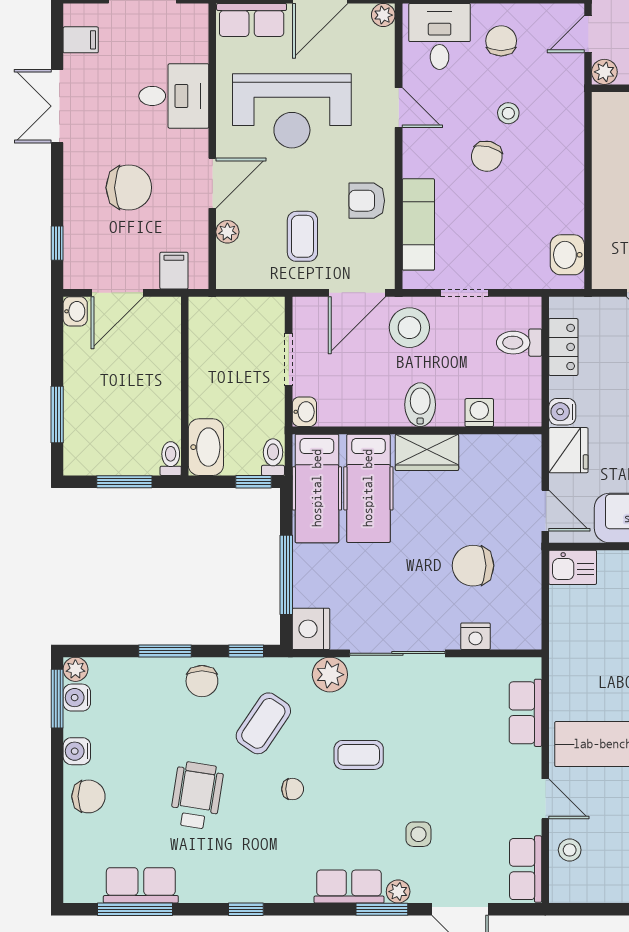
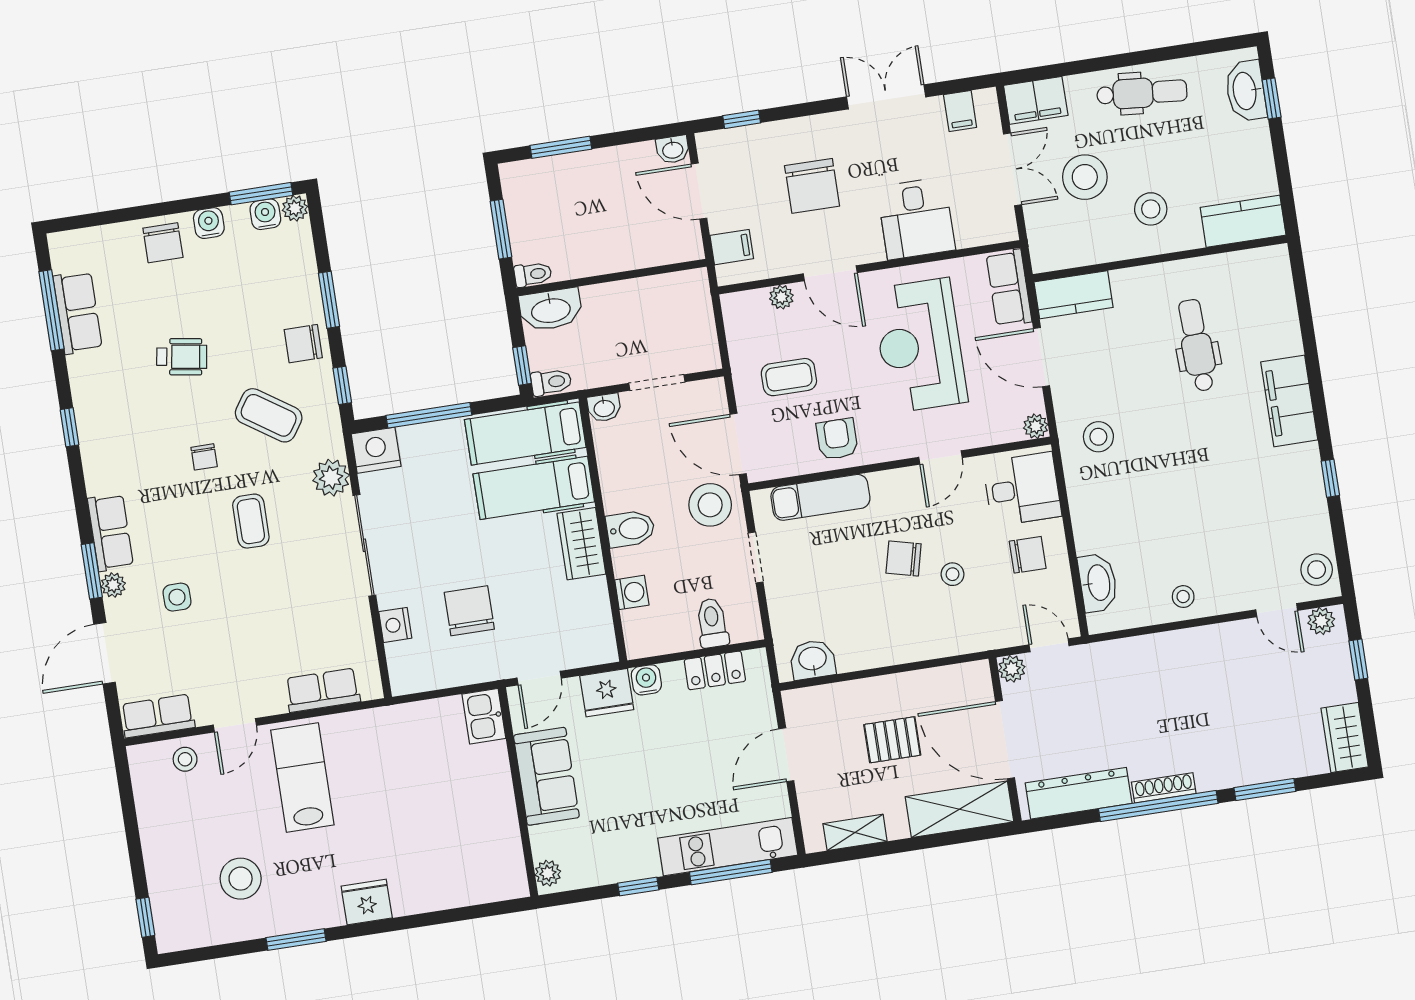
wheelchair: (197, 795) -> (182, 357), width x0.73, depth x0.73

